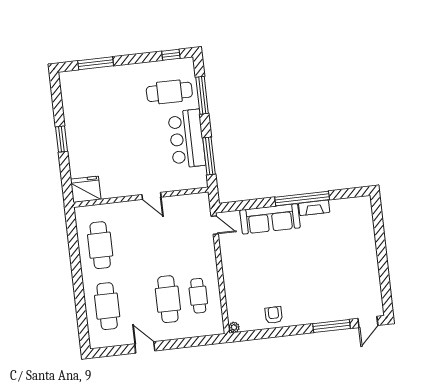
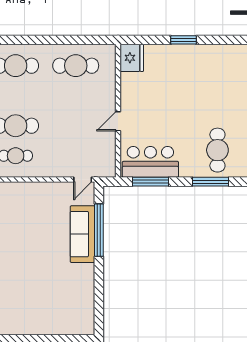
bar counter: (187, 139) -> (150, 162), moved
window: (302, 198) -> (99, 230), moved
fireplace: (314, 208) -> (88, 278), removed

